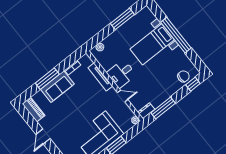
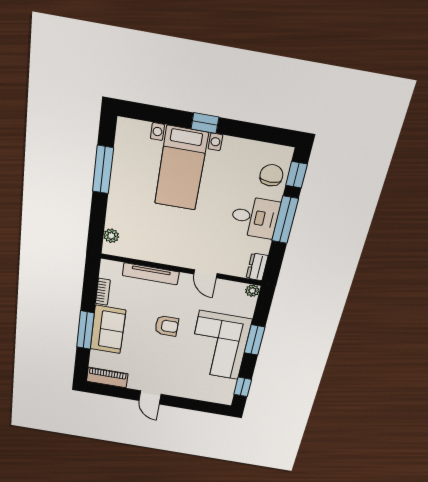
window: (176, 35) -> (205, 123), width x0.32
desk: (121, 74) -> (255, 217), moved, turned -90
door: (123, 96) -> (205, 274), swing flipped
armchair: (85, 106) -> (167, 326), added
window: (163, 108) -> (285, 220), moved

